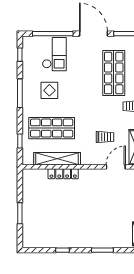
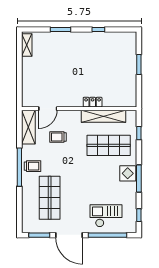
checkout: (54, 54) -> (106, 216), turned 90
display table: (49, 90) -> (128, 173), moved
locker: (63, 174) -> (93, 102), width x0.66

